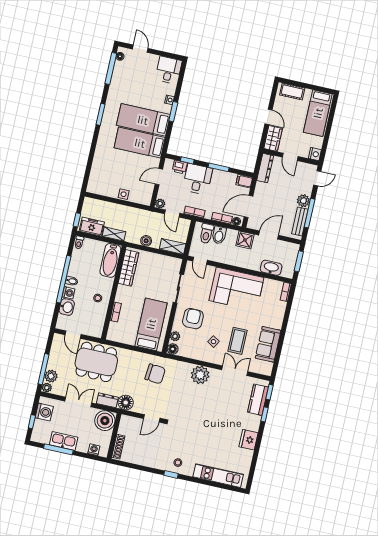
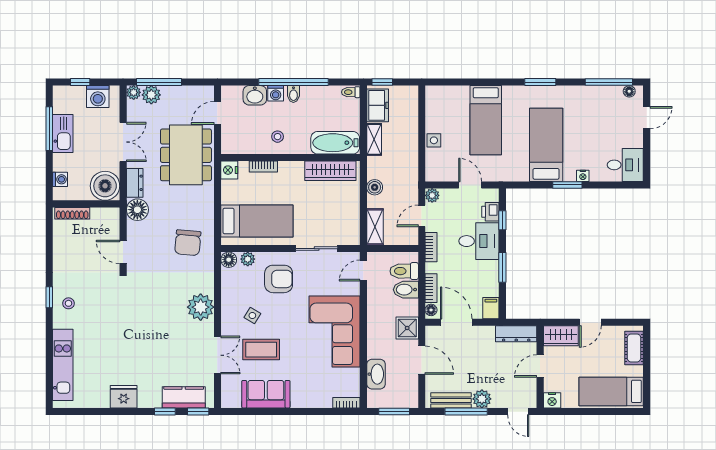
bed: (140, 143) -> (486, 120), moved, turned 180
nightstand: (113, 335) -> (229, 170), added

